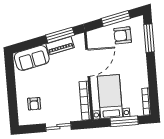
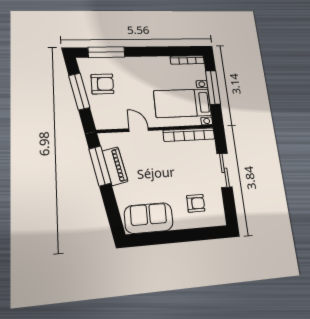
armchair: (123, 35) -> (102, 84), turned -88
sofa: (32, 58) -> (149, 218), moved, turned -78
door: (88, 63) -> (139, 130), width x0.53

